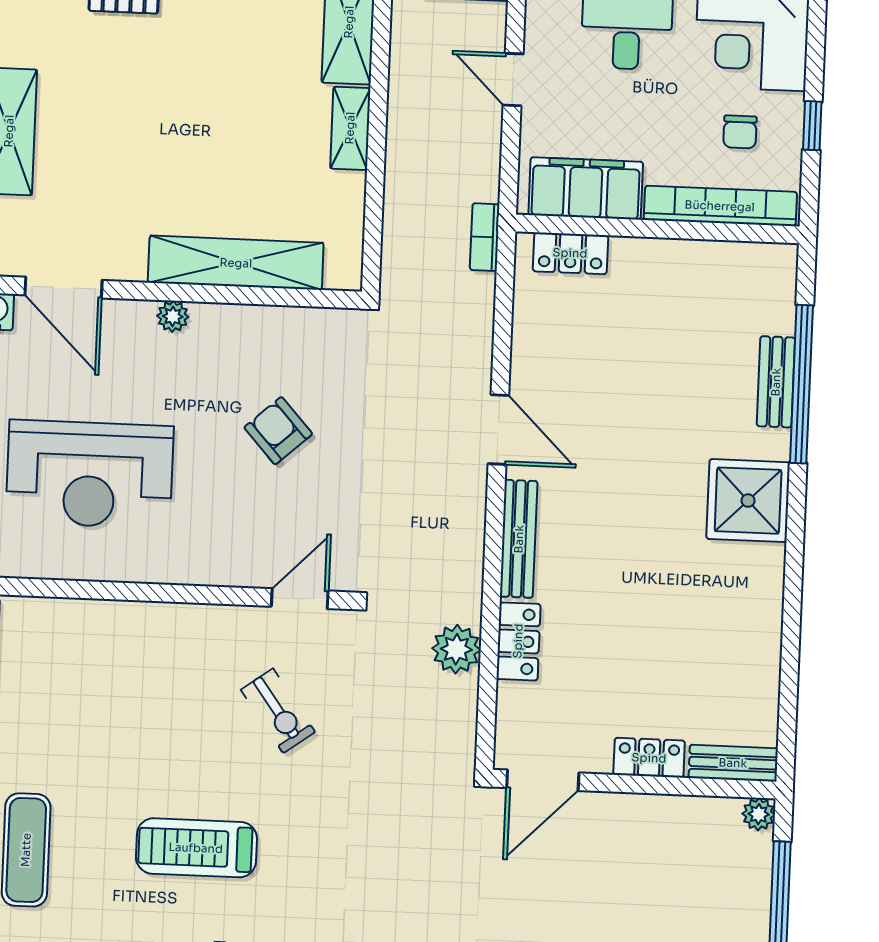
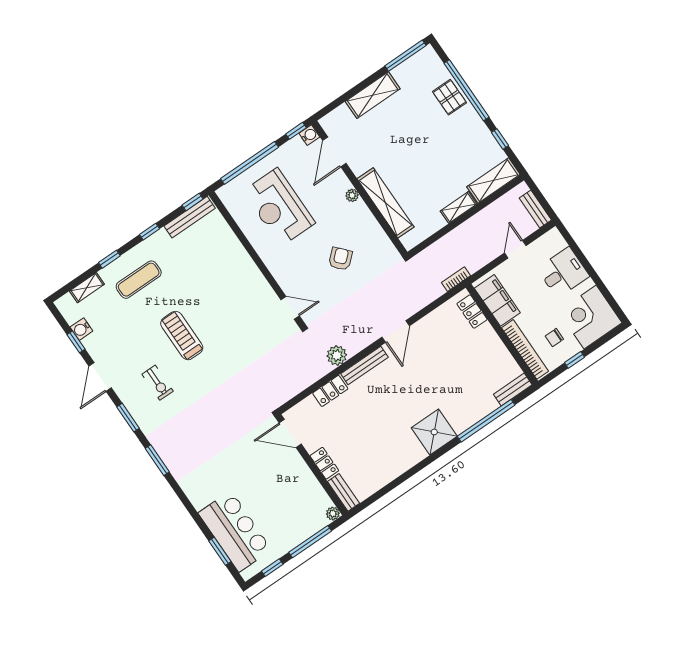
bench: (776, 382) -> (513, 389), moved
plant: (456, 649) -> (337, 355), moved
exercise bike: (278, 711) -> (247, 328), removed

